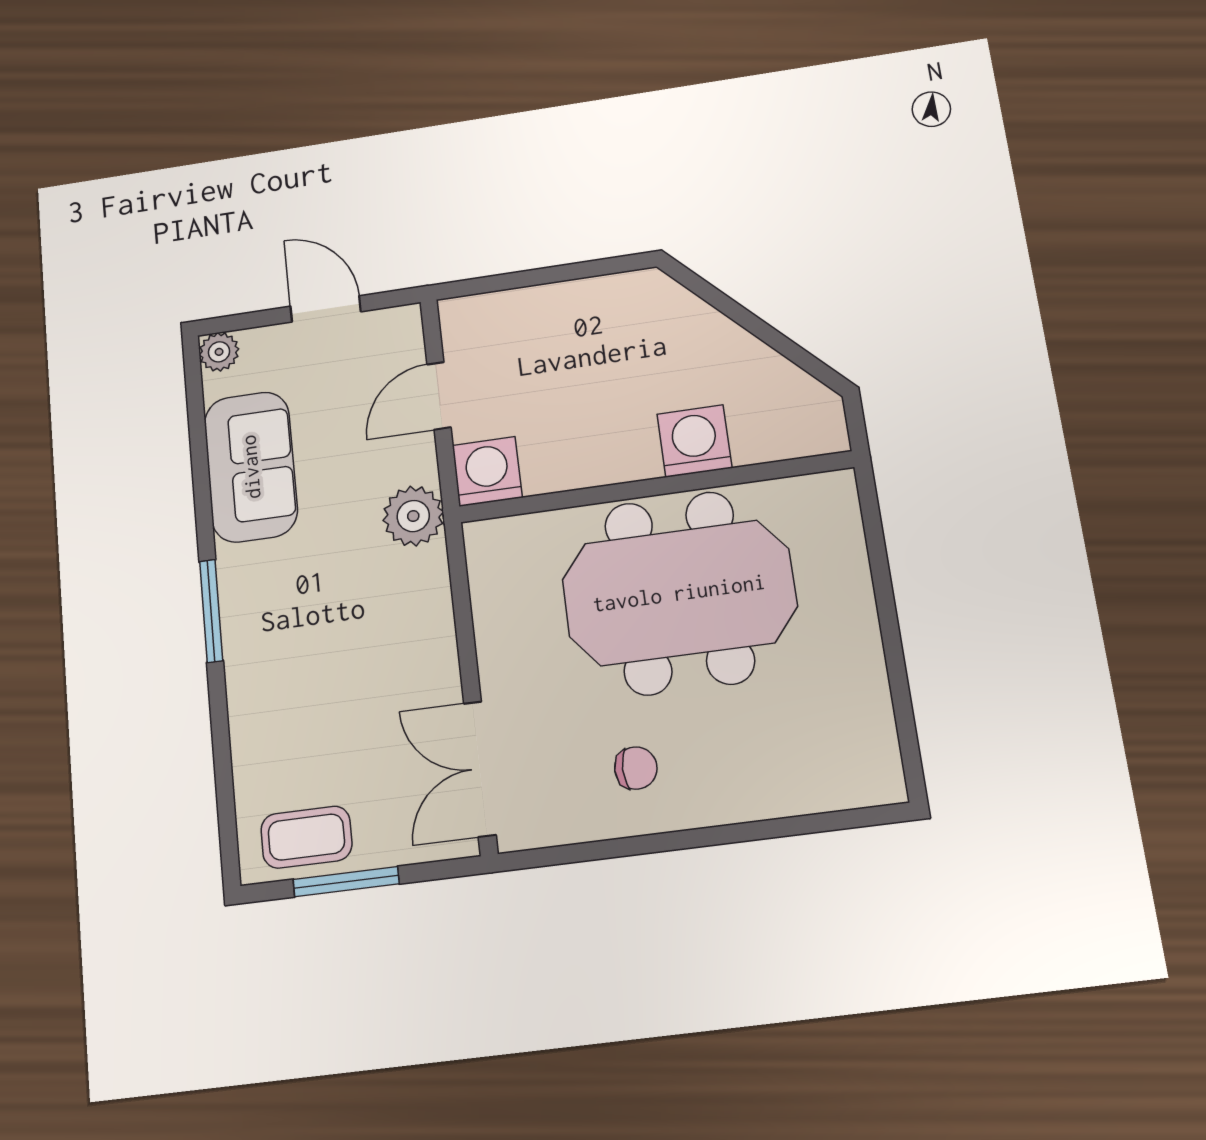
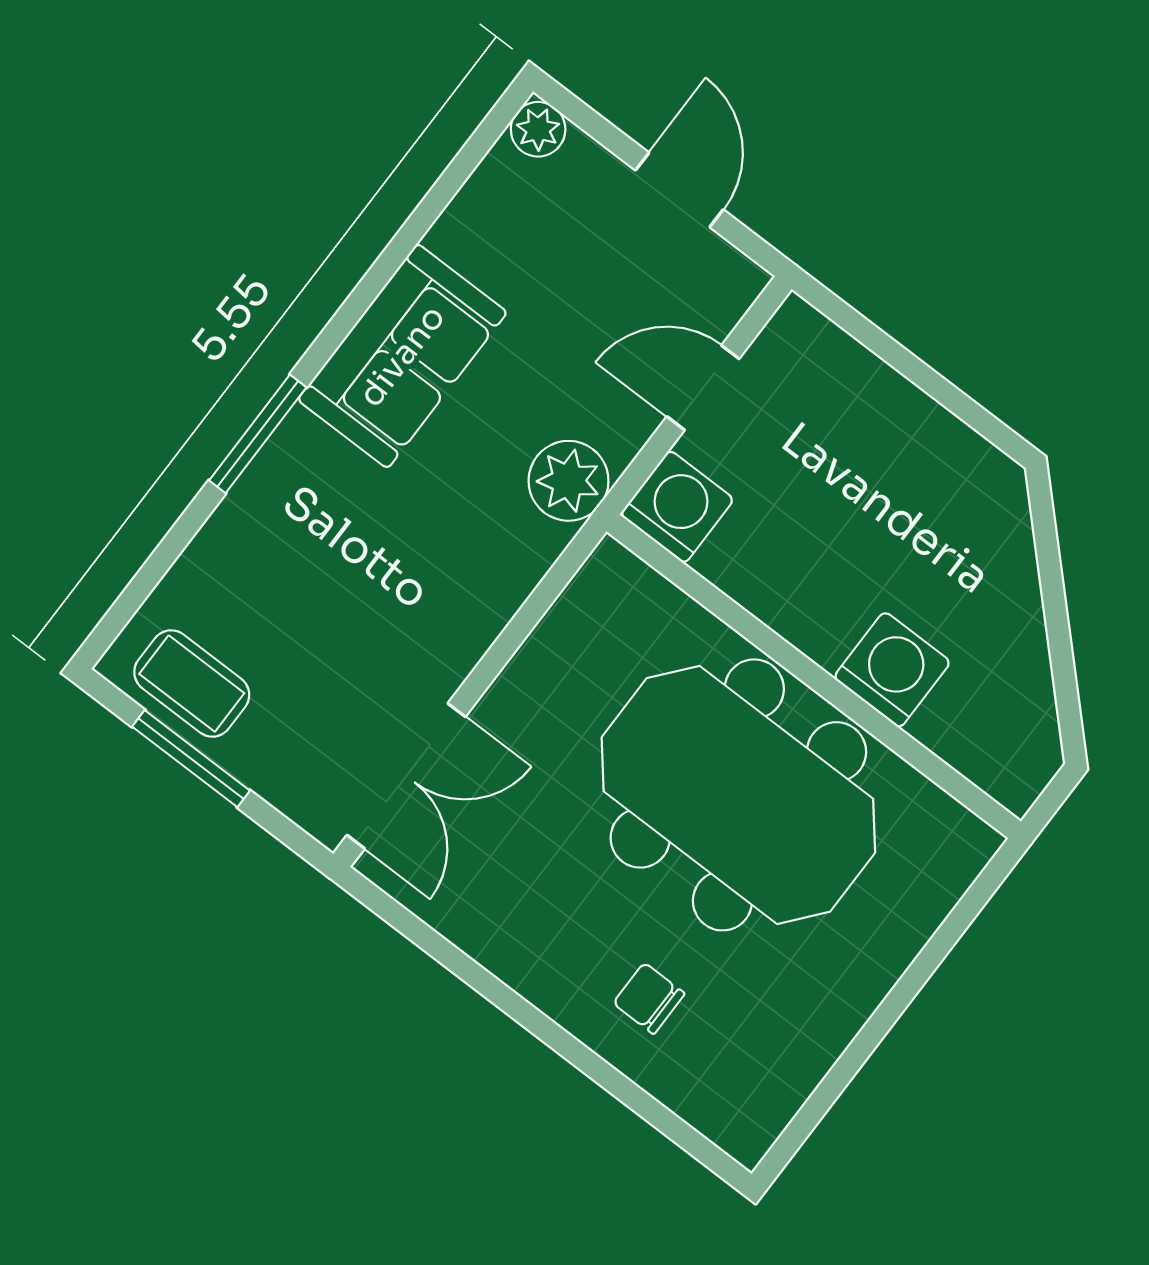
sofa: (251, 467) -> (402, 356), moved
window: (211, 611) -> (258, 434), moved
chair: (636, 768) -> (649, 998), moved, turned 180
double door: (480, 769) -> (406, 776), swing flipped

